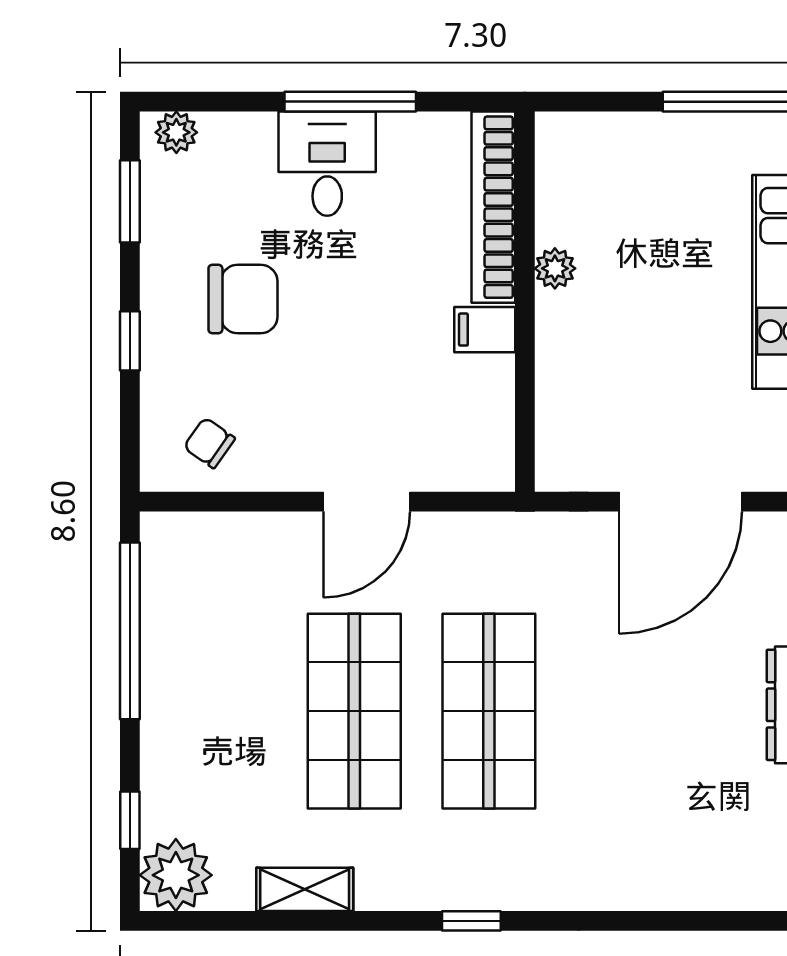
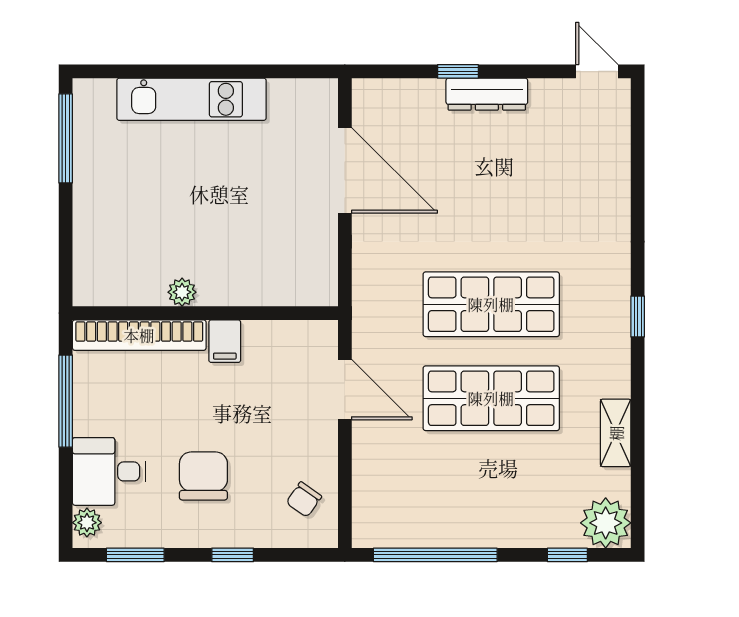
desk: (327, 164) -> (109, 471), moved
bookcase: (493, 207) -> (139, 335), moved
plant: (555, 268) -> (182, 292), moved
wall: (525, 302) -> (205, 313), moved
filing cabinet: (485, 330) -> (225, 341), moved

